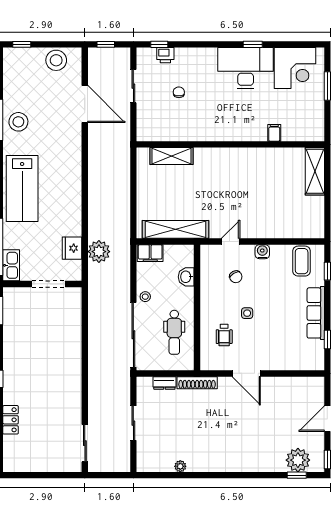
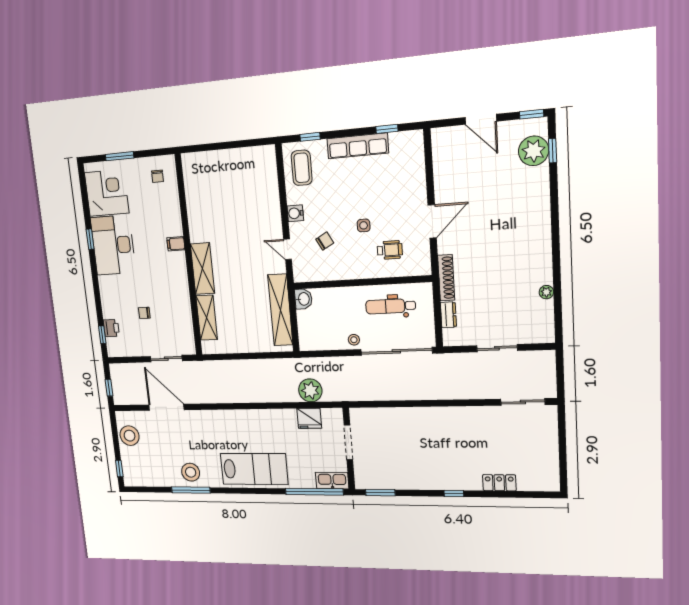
sliding door: (133, 86) -> (166, 359), moved
door: (85, 104) -> (166, 407), hinge flipped
chair: (306, 122) -> (158, 176), added
filing cabinet: (274, 133) -> (176, 244), moved
shelving: (315, 171) -> (202, 269), moved, turned 90
filing cabinet: (150, 253) -> (307, 336), removed
coffee table: (302, 261) -> (302, 168), turned 90
washbasin: (186, 277) -> (303, 299), moved, turned -90
dental chair: (174, 332) -> (391, 306), turned 180

